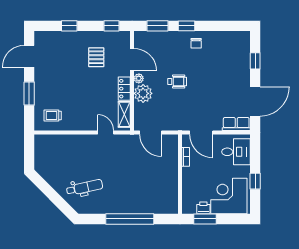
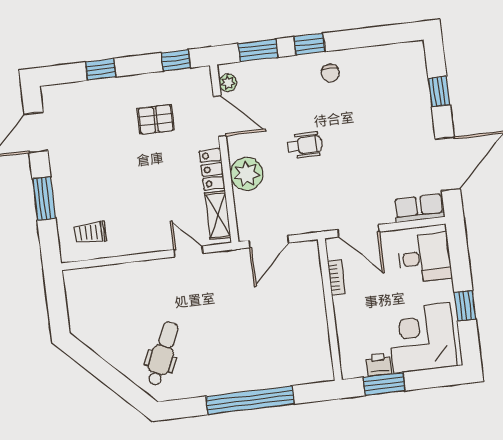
pallet: (96, 57) -> (156, 119), turned 90
plant: (139, 78) -> (228, 83), moved
door: (151, 133) -> (269, 242), hinge flipped
dental chair: (85, 187) -> (163, 354), turned -54

